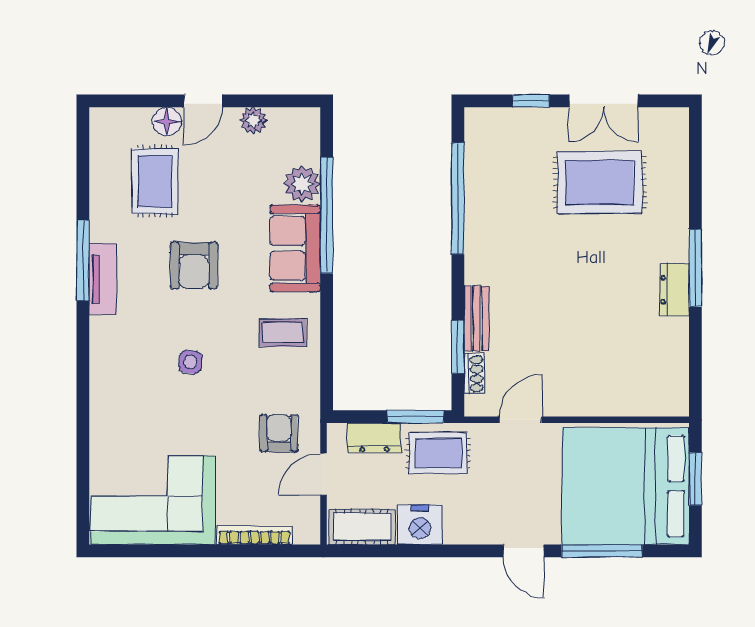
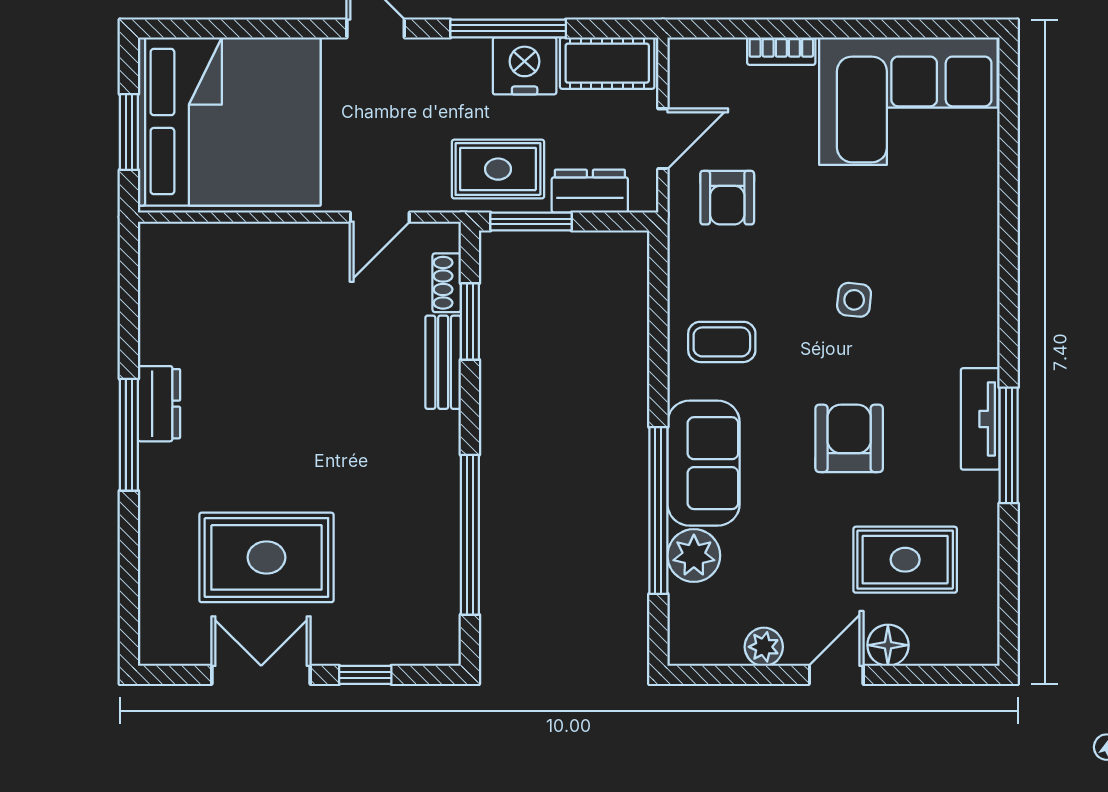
rug: (155, 181) -> (905, 560), turned 90
bookcase: (255, 535) -> (781, 51), width x0.64
window: (602, 551) -> (508, 28), moved

